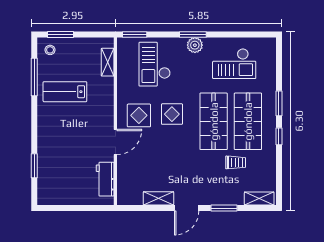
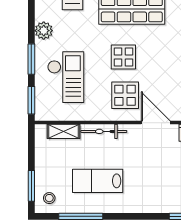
window: (193, 35) -> (31, 59), moved
checkout: (155, 64) -> (66, 77), turned -90
lab bench: (65, 92) -> (98, 181), turned 90
bicycle: (108, 97) -> (104, 131), added

